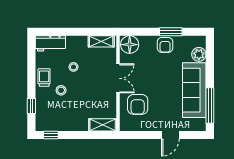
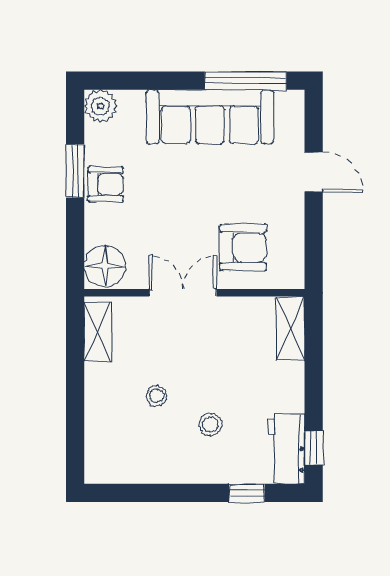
workbench: (50, 43) -> (287, 449), moved, turned 180
plant: (199, 54) -> (100, 106), moved
trolley: (44, 78) -> (181, 464), removed

